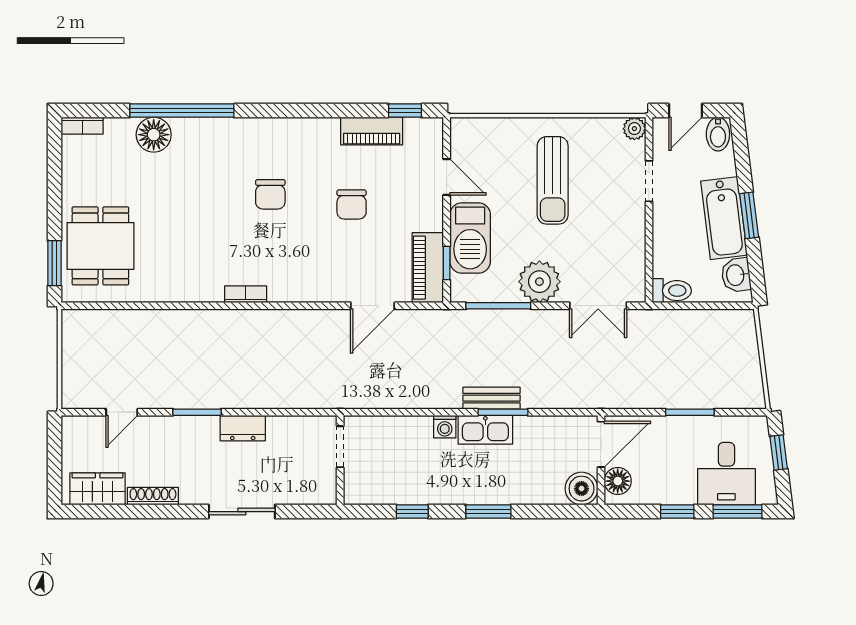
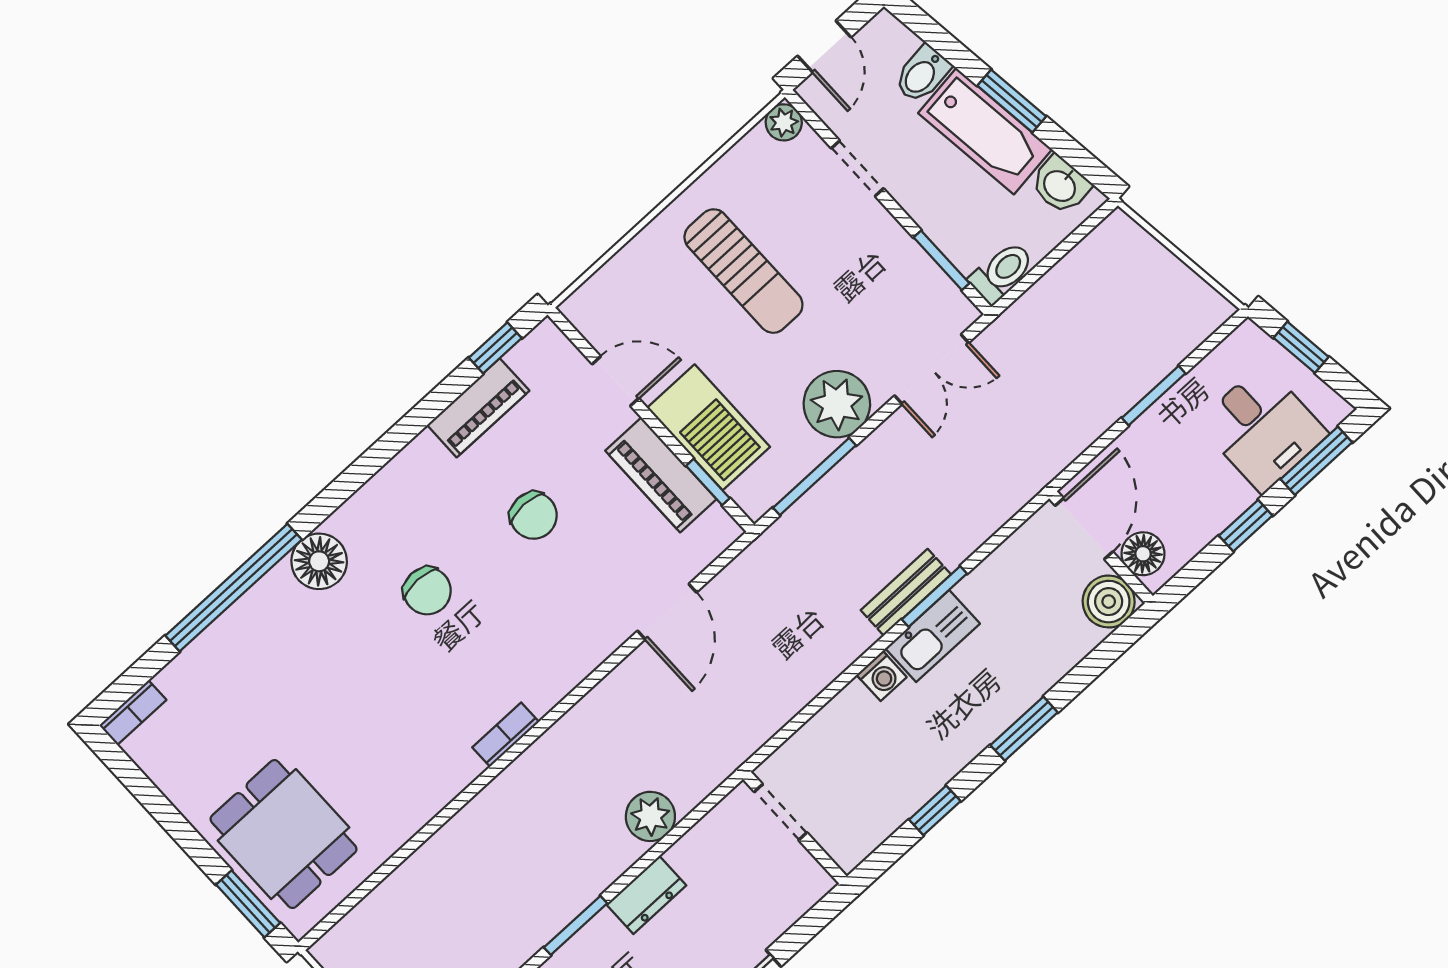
bidet: (718, 134) -> (922, 74), moved, turned 83
floor lamp: (154, 135) -> (319, 561), moved
window: (649, 259) -> (942, 260), added
piano: (428, 268) -> (661, 475), moved
plant: (278, 394) -> (650, 816), added

